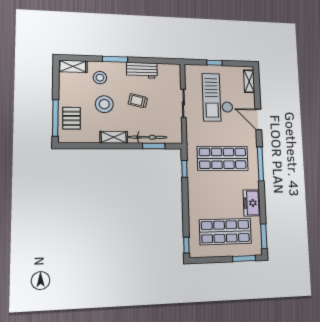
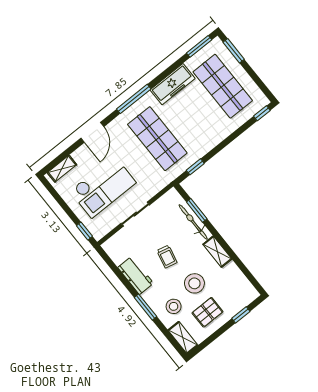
window: (214, 63) -> (84, 231), moved
window: (55, 118) -> (241, 315), width x0.46
pallet: (72, 118) -> (207, 312), moved
freezer: (252, 203) -> (173, 84), width x1.40

